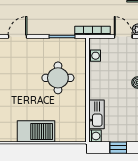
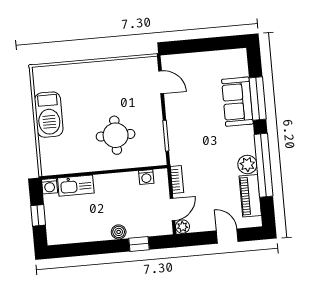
bookcase: (93, 31) -> (177, 179), width x0.64

